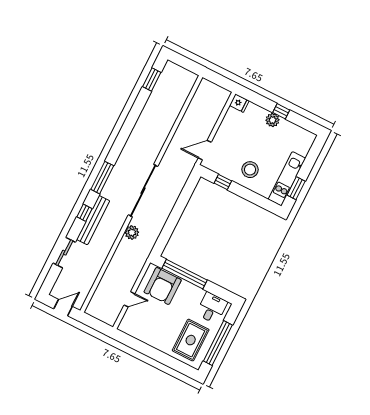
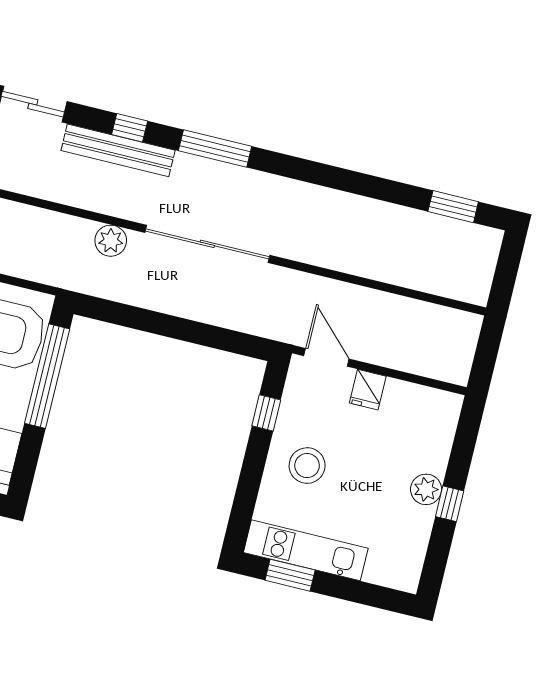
fridge: (239, 103) -> (368, 390), moved

